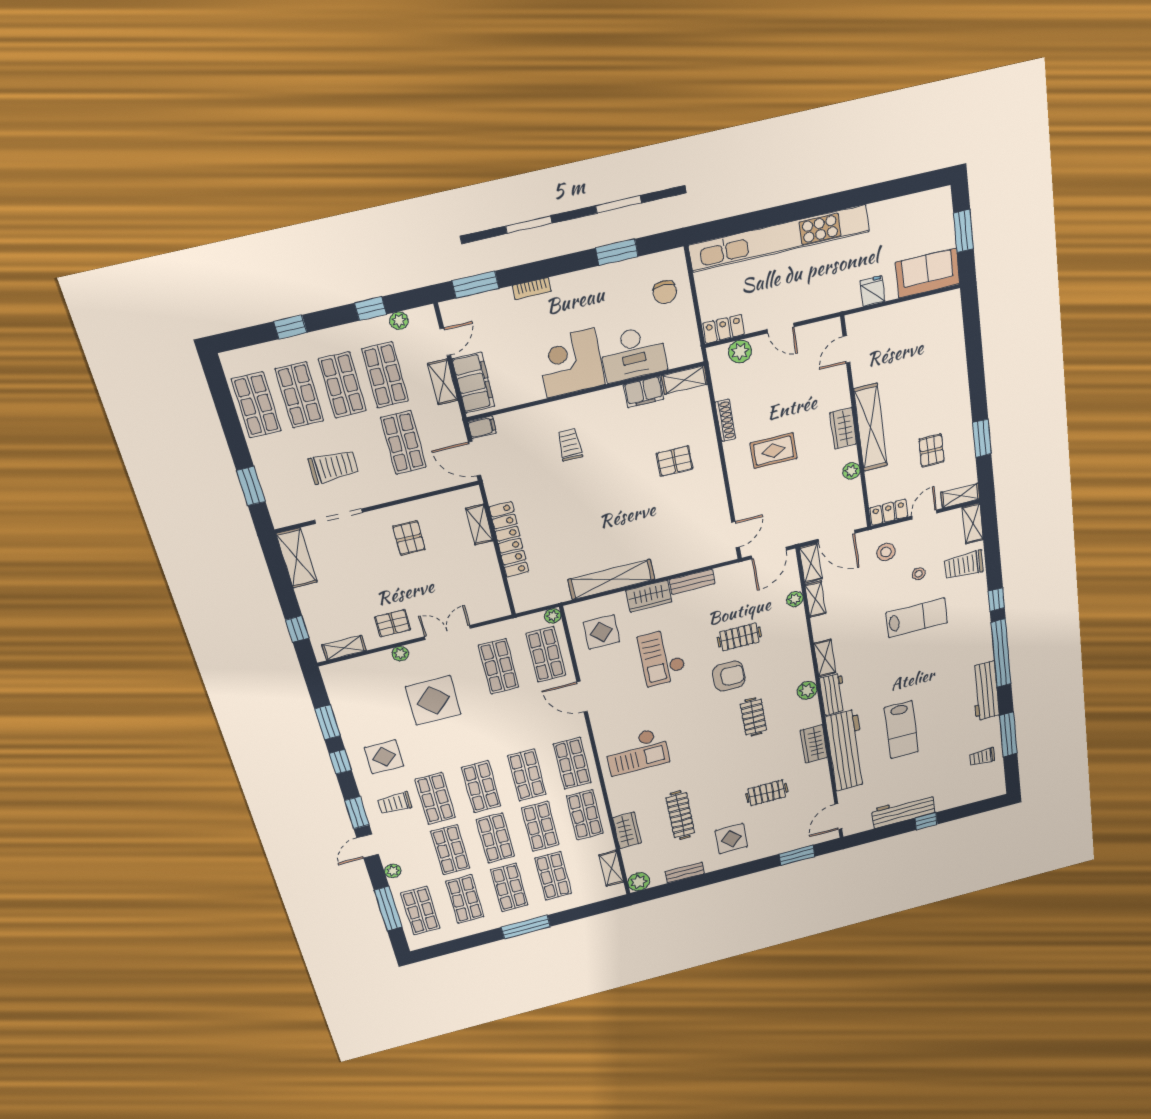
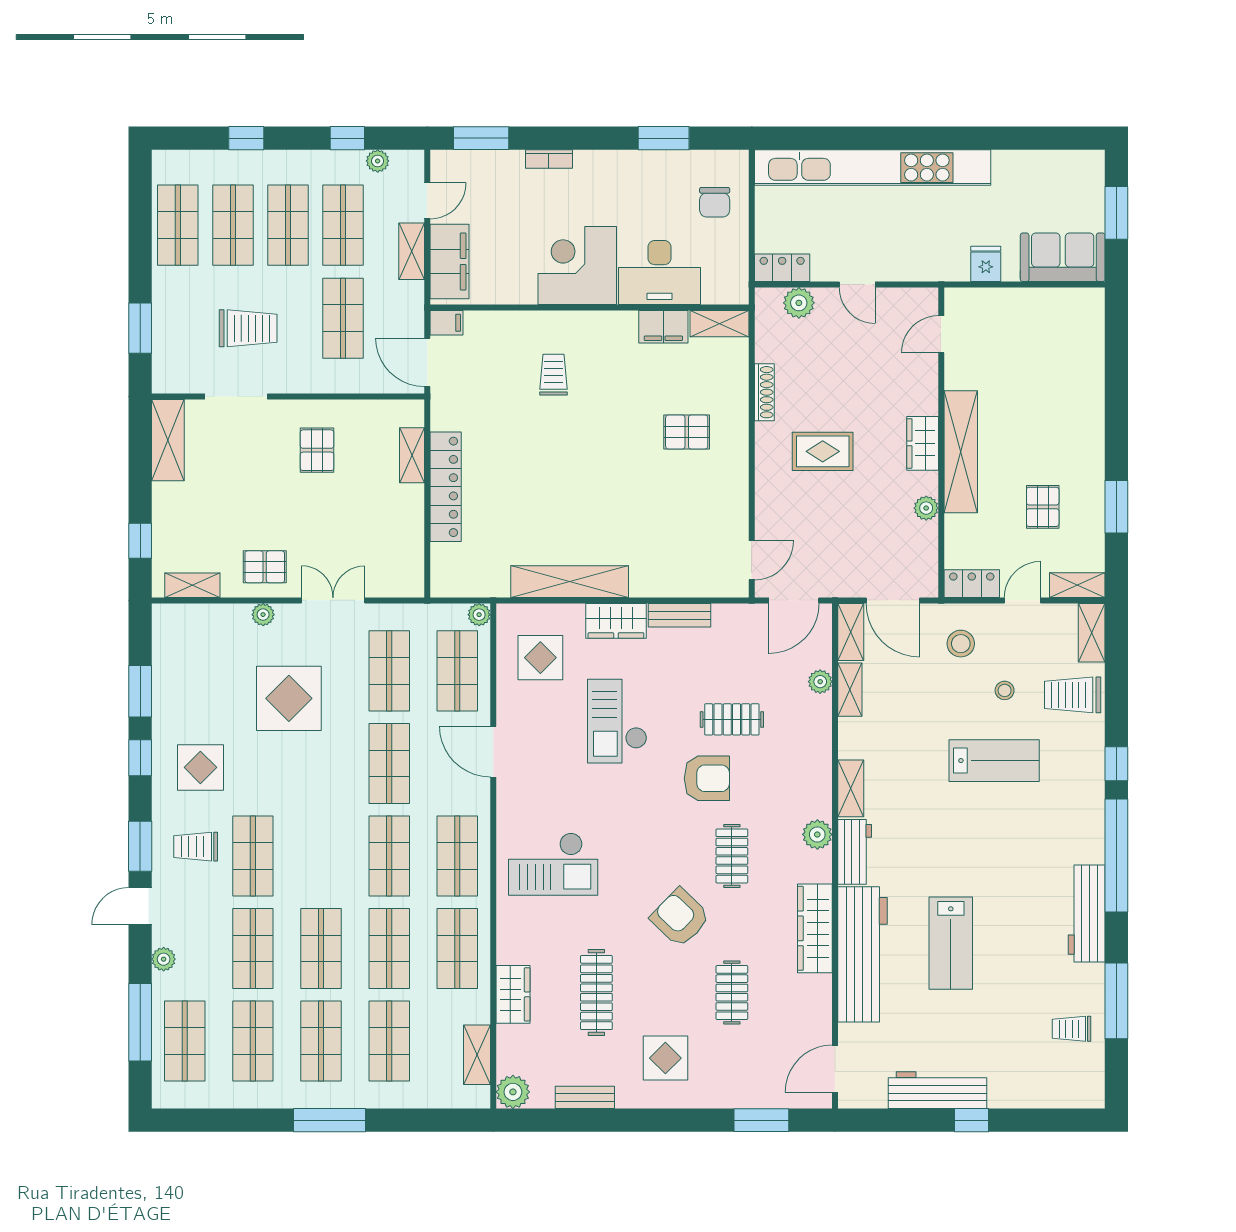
wardrobe: (814, 744) -> (815, 928), width x1.50
armchair: (726, 760) -> (680, 918), added
shop shelf: (481, 787) -> (389, 763), moved
clothes rail: (767, 793) -> (732, 993), turned 90

